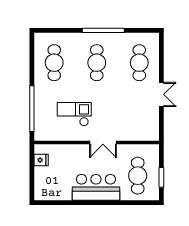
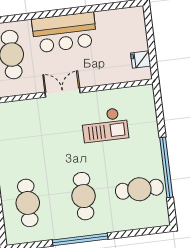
cafe table: (54, 63) -> (139, 189), turned 90
window: (32, 109) -> (166, 167), moved

